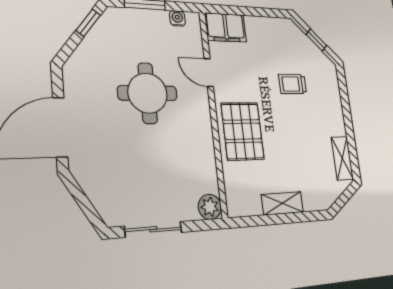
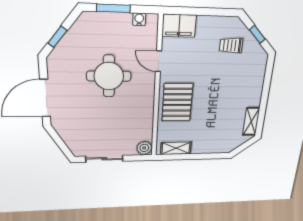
window: (88, 23) -> (57, 37), moved
trolley: (293, 84) -> (231, 45), moved
shelving: (282, 203) -> (176, 148), moved

